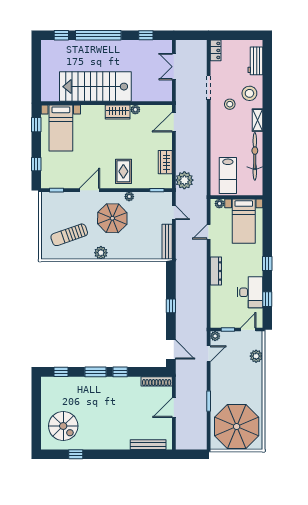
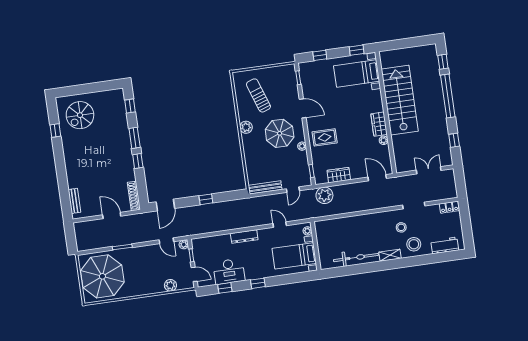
lab bench: (228, 176) -> (335, 235), removed
bench: (148, 445) -> (74, 201), width x0.73

